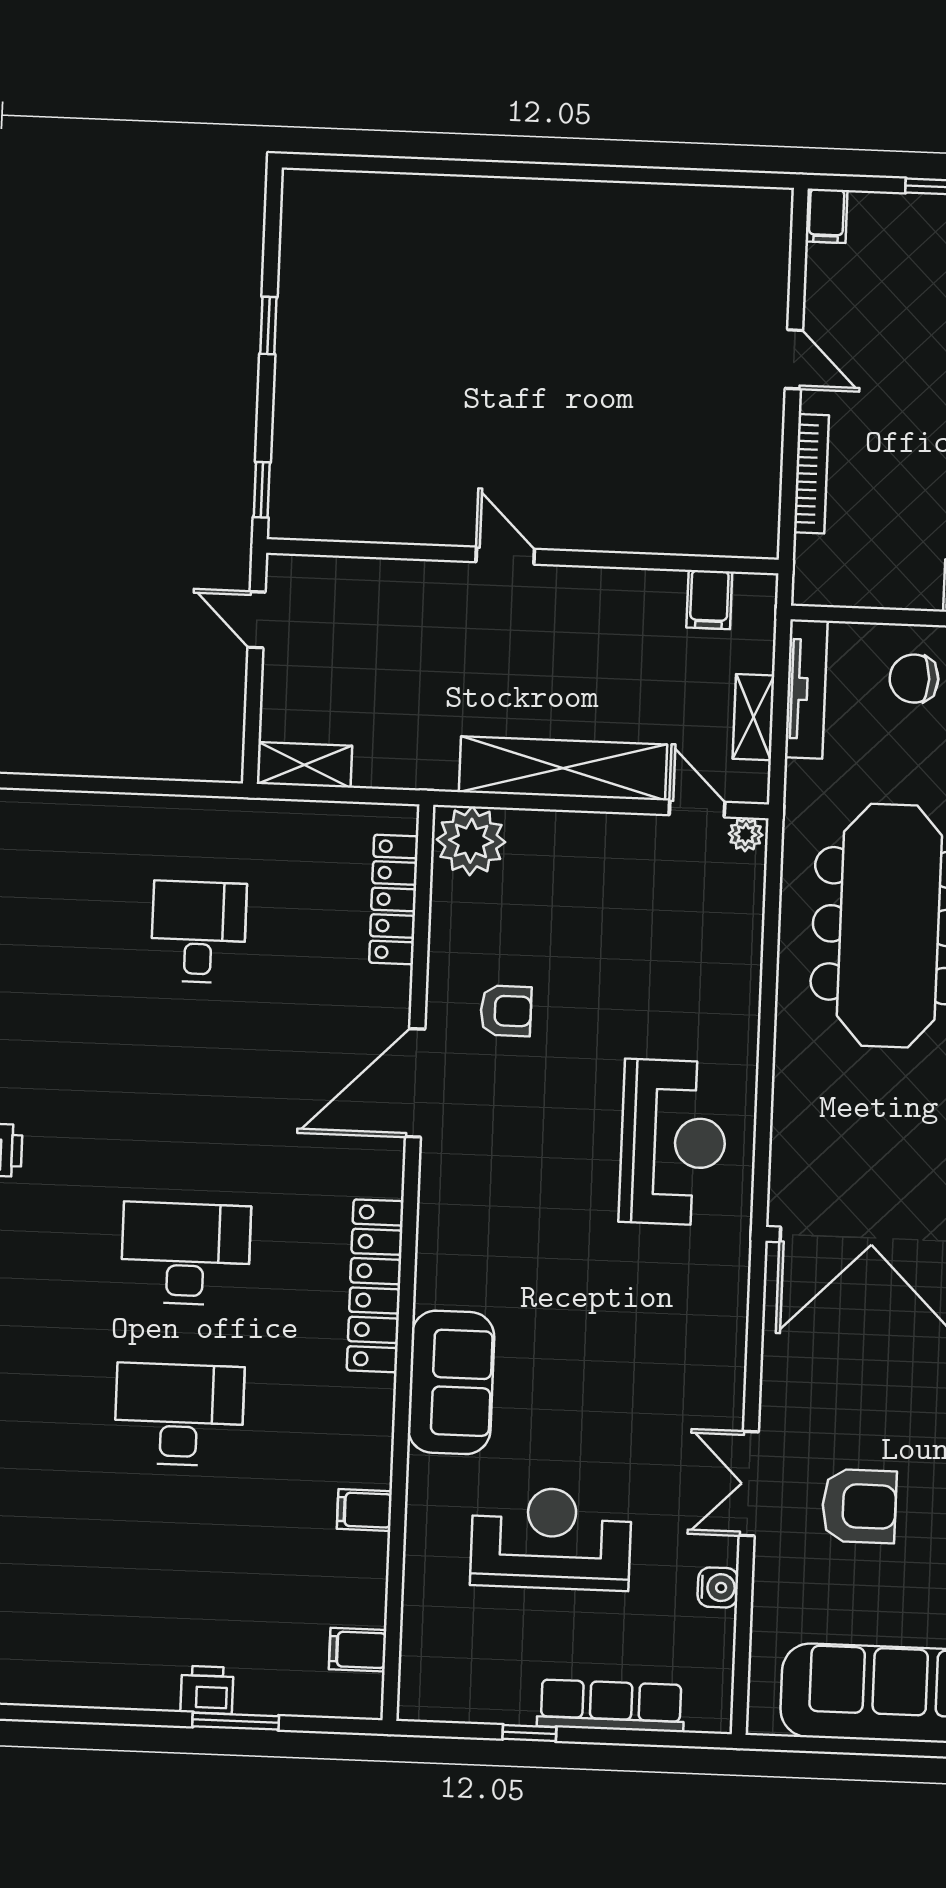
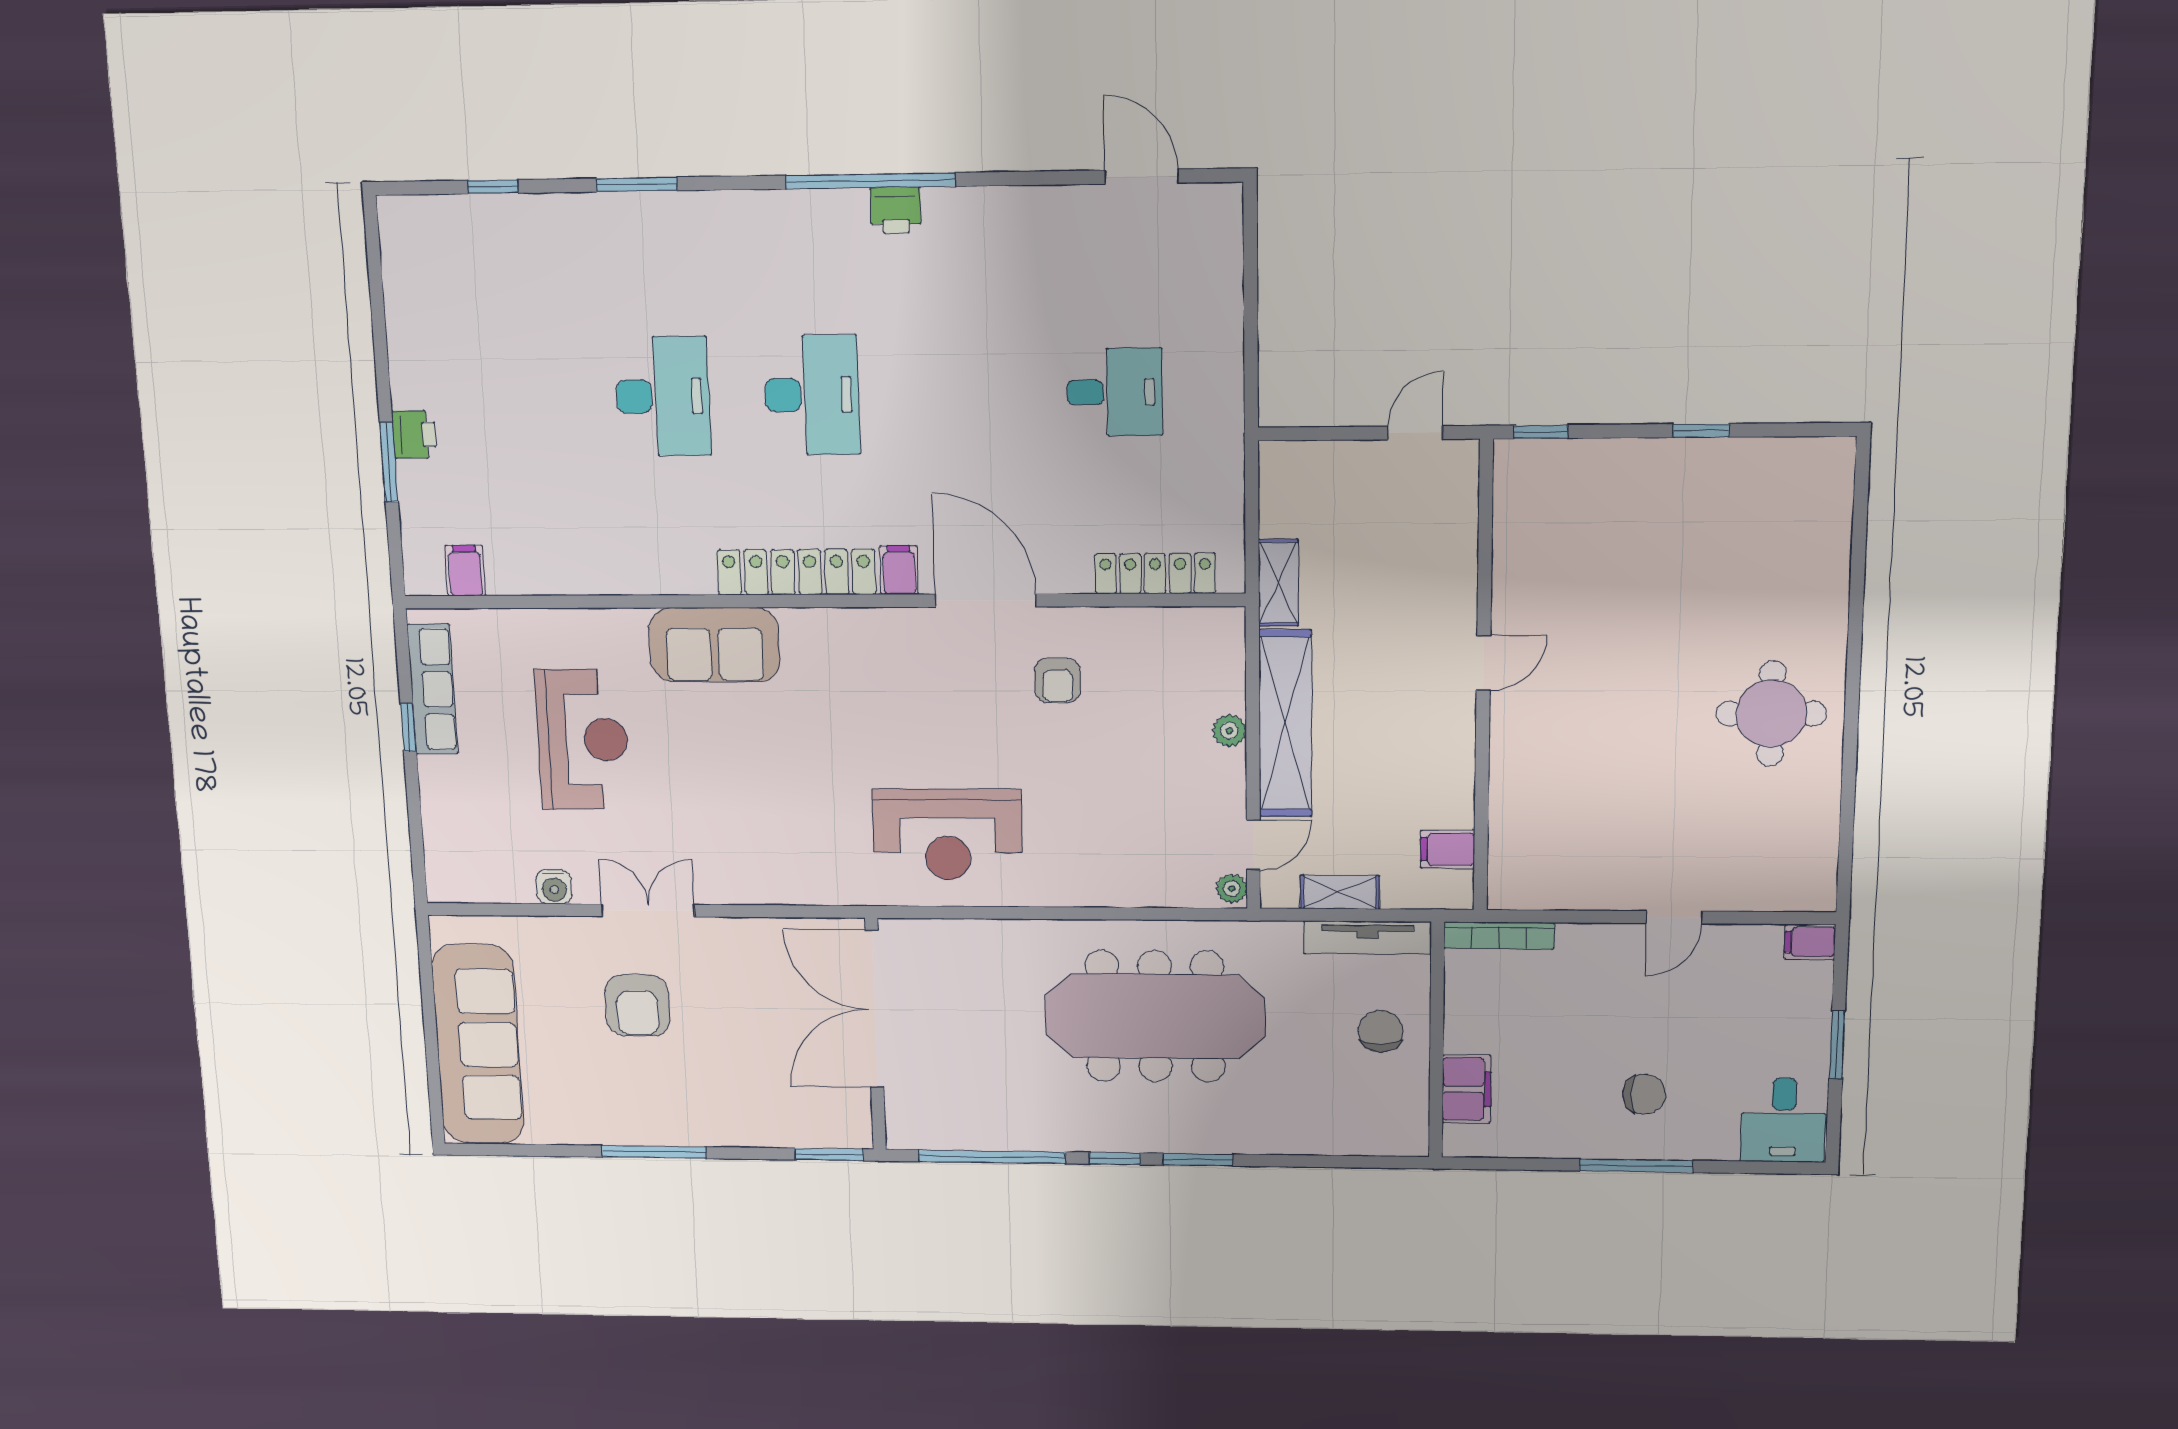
round table: (572, 255) -> (1771, 714), added
bookcase: (811, 474) -> (1499, 935), moved
shelving: (304, 765) -> (1278, 583), moved
plant: (471, 841) -> (1229, 731), moved, width x0.53, depth x0.53
filing cabinet: (364, 1510) -> (899, 570), moved
row of seats: (611, 1706) -> (433, 689), moved

